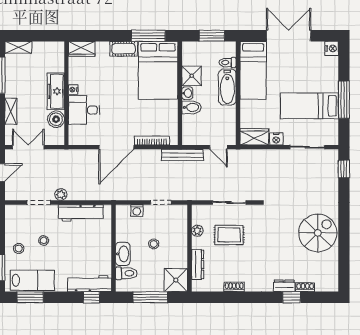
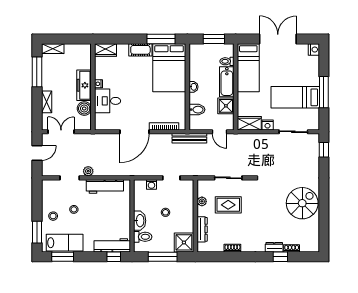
shower: (192, 76) -> (226, 106), moved
bidet: (191, 107) -> (197, 110), moved

